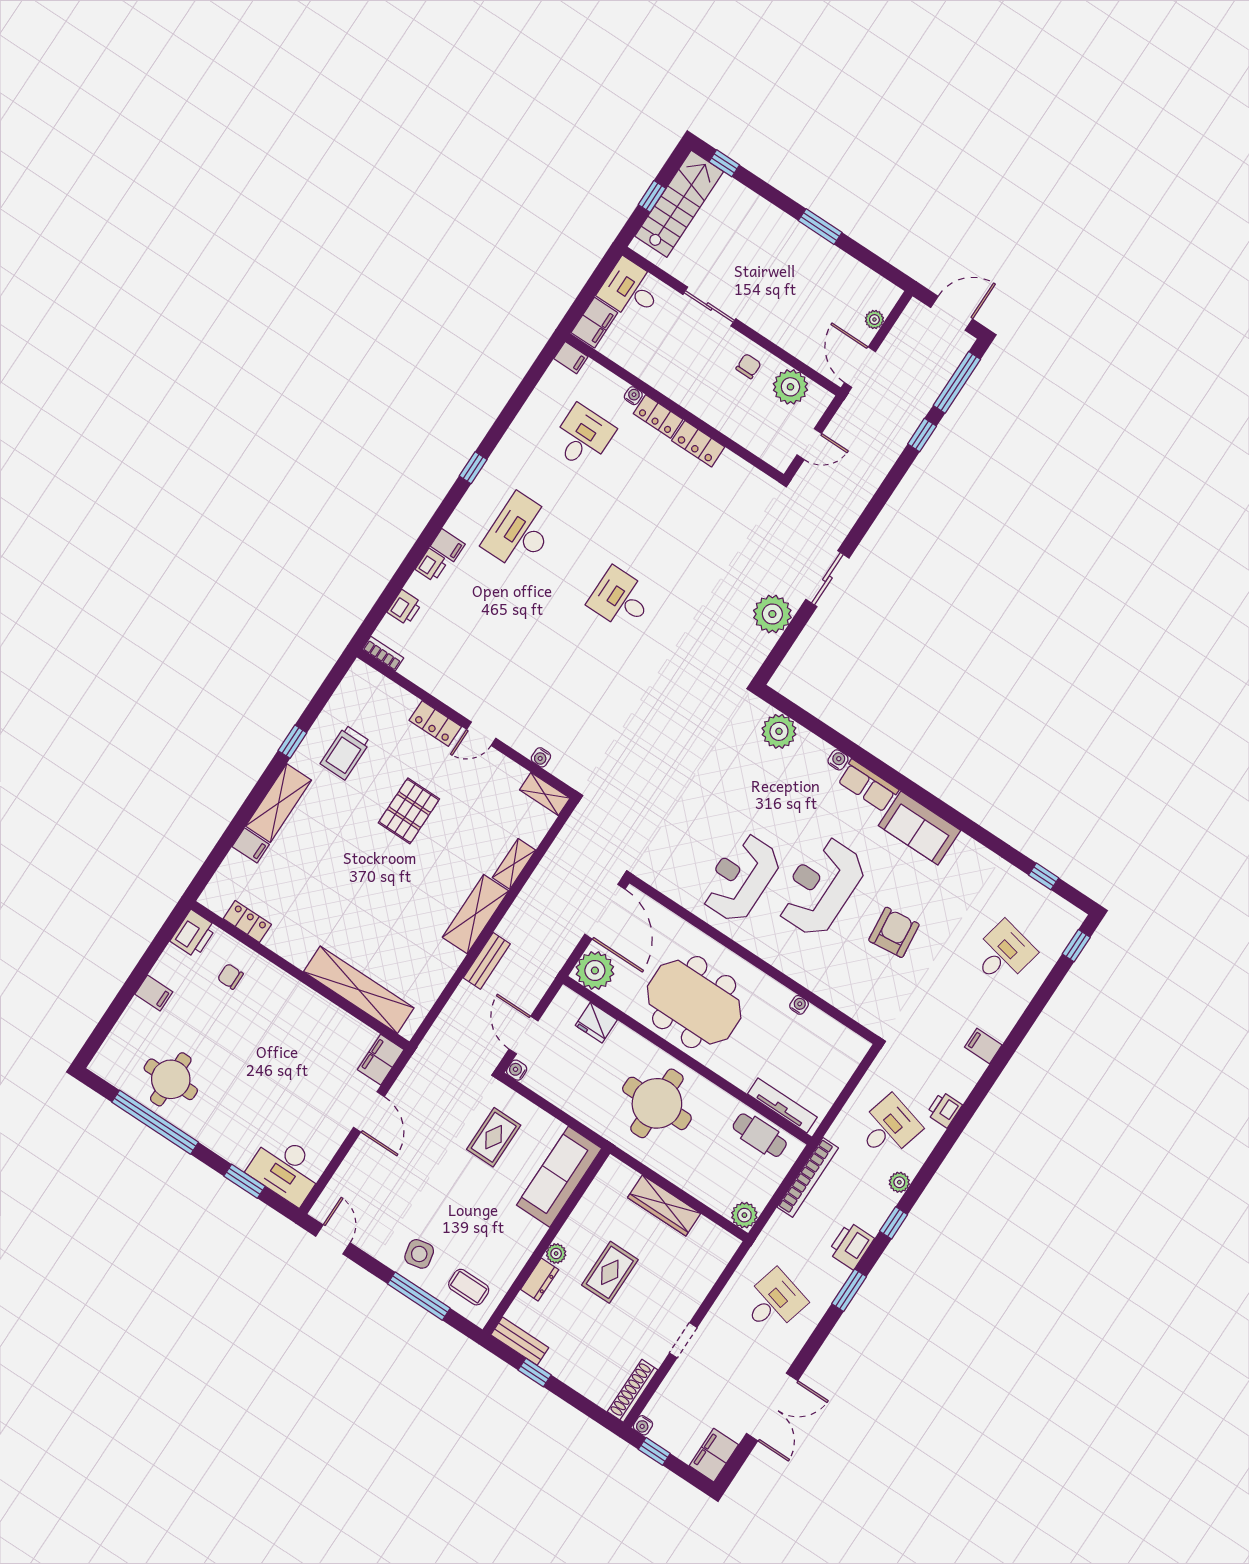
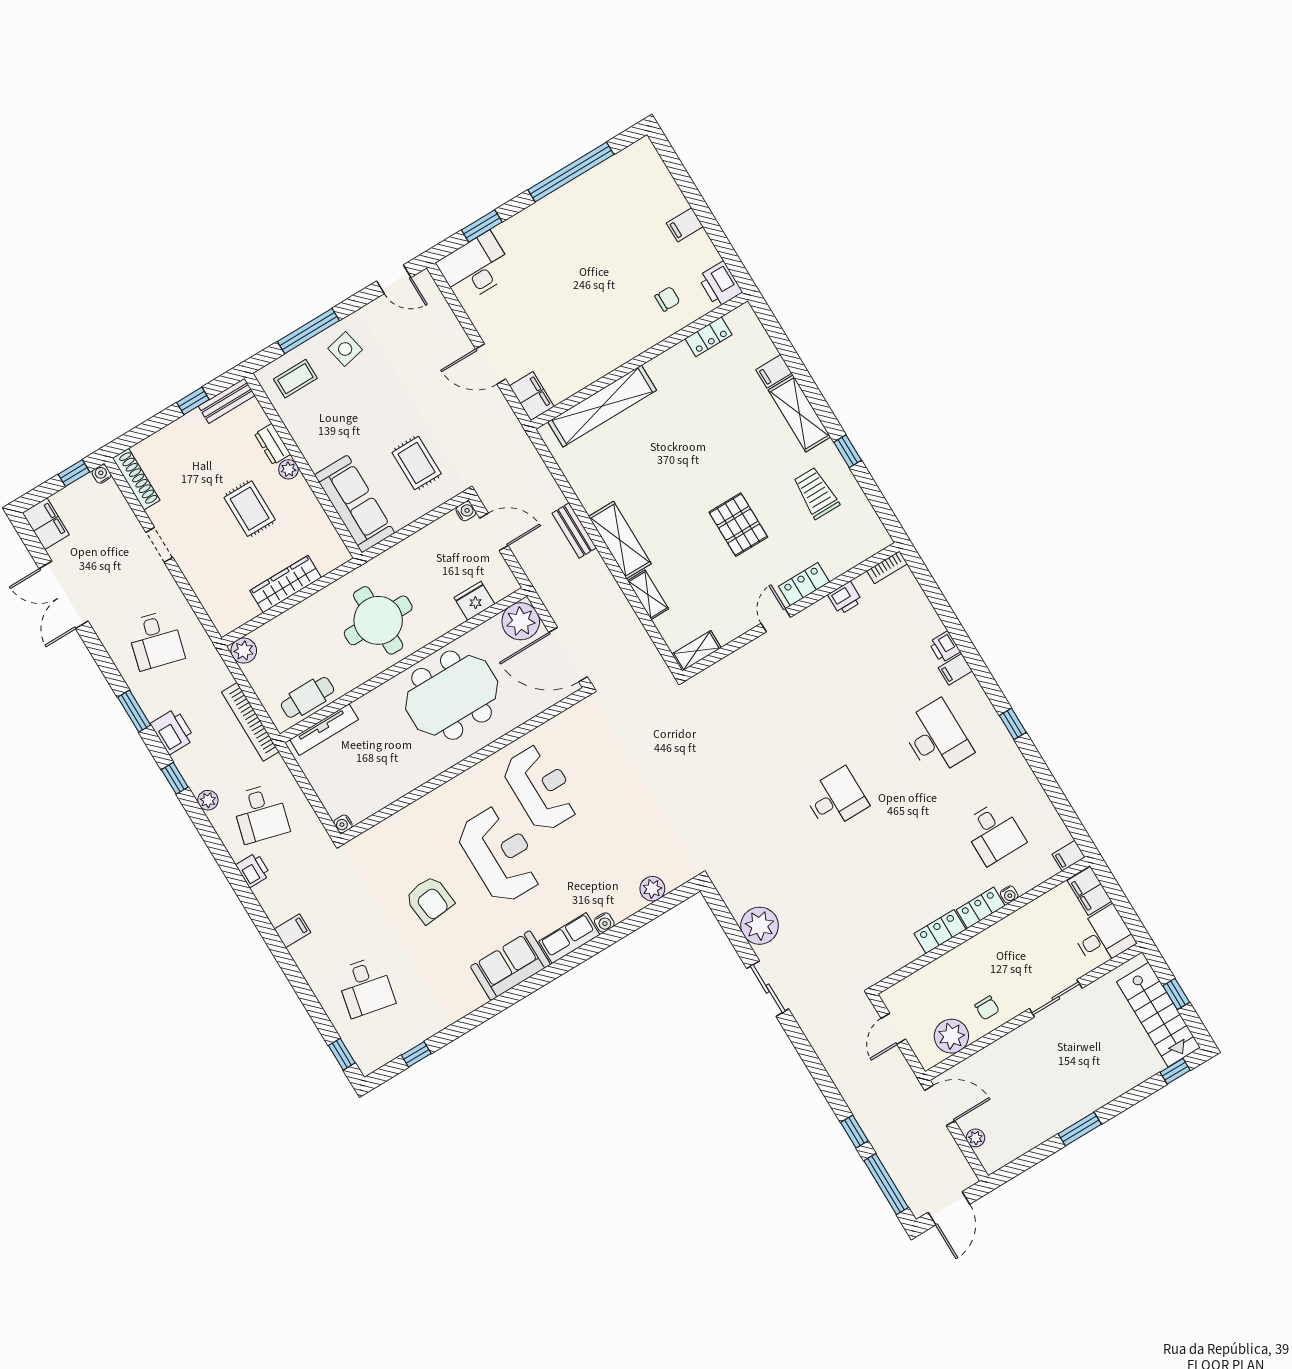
printer: (405, 607) -> (845, 598), moved, turned -90
plant: (779, 731) -> (652, 889), width x0.73, depth x0.73
water cooler: (541, 757) -> (730, 663), removed
water cooler: (799, 1005) -> (343, 824), moved, turned 90
round table: (171, 1079) -> (602, 204), removed

